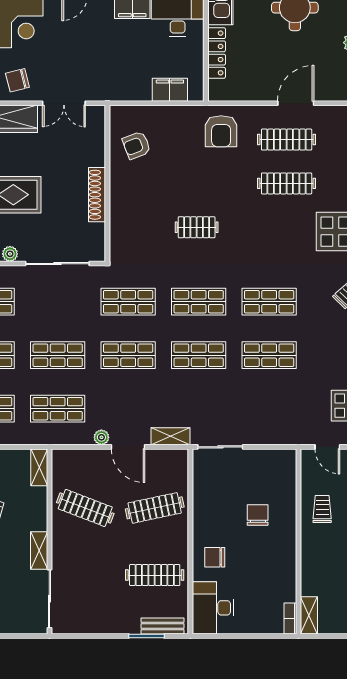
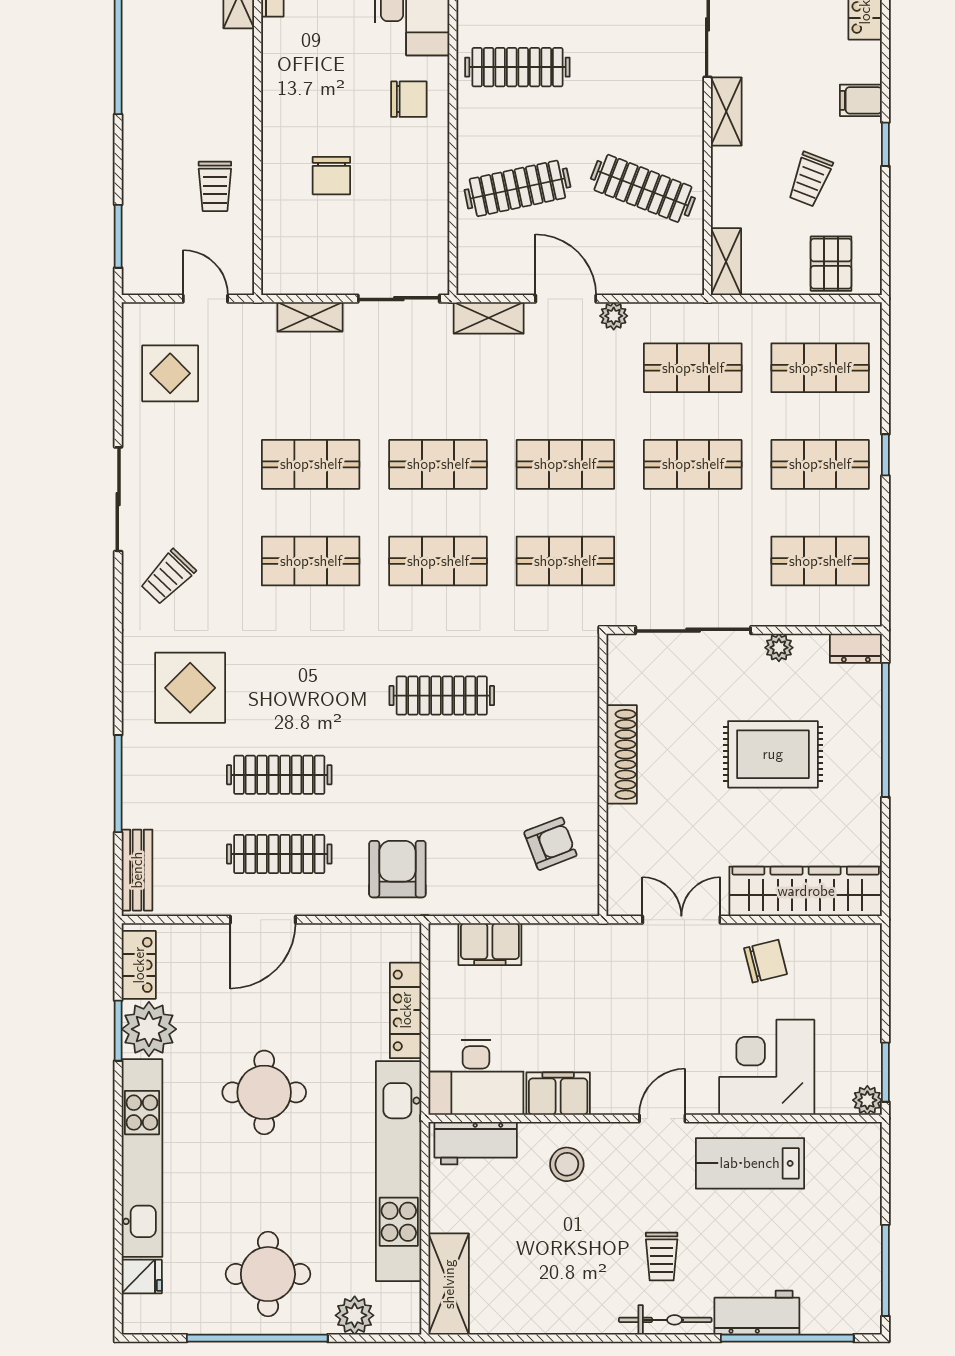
clothes rail: (197, 227) -> (442, 696), width x1.36
shelving: (270, 437) -> (310, 317), added

